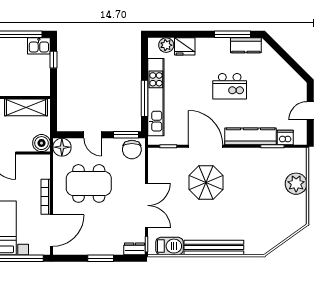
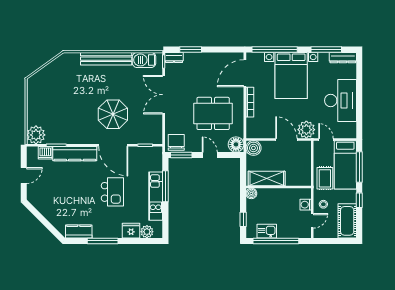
window: (233, 34) -> (103, 241), moved
kitchen sink: (39, 46) -> (267, 231), moved
kitchen island: (230, 86) -> (112, 192), moved, turned 90
boiler: (44, 90) -> (251, 193), added
kitchen unit: (156, 97) -> (156, 196), width x0.73
plant: (296, 184) -> (36, 135), moved
window: (101, 258) -> (191, 49), moved

